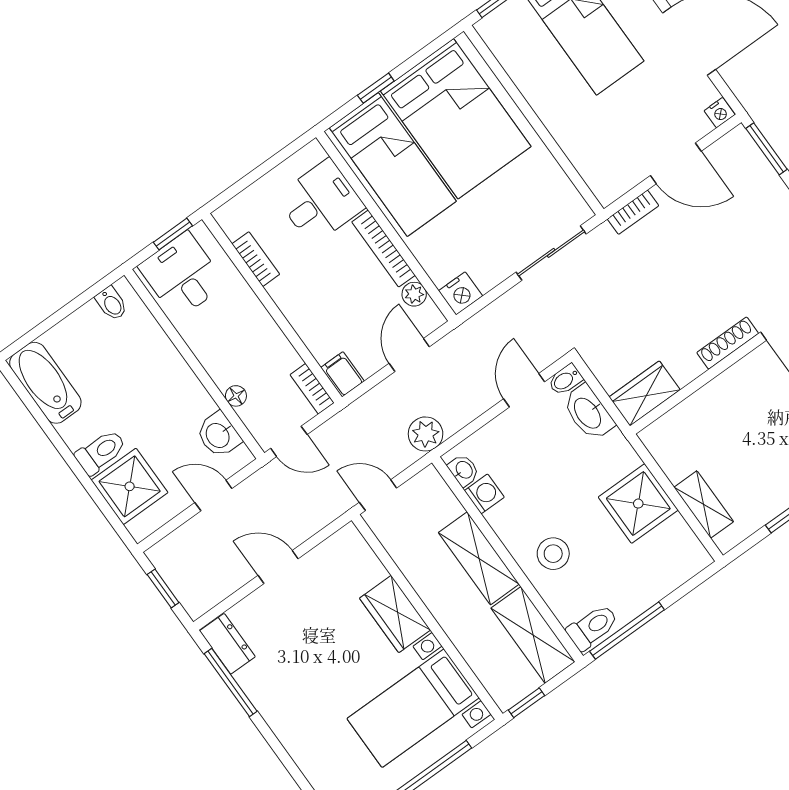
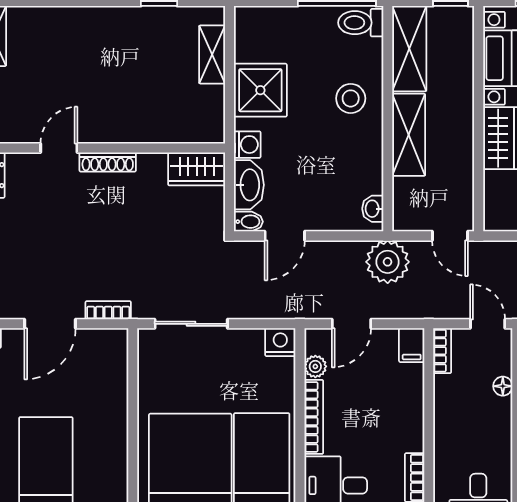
door: (676, 163) -> (50, 324), swing flipped
plant: (426, 434) -> (388, 262), width x1.36, depth x1.36
washing machine: (484, 494) -> (247, 145), moved, turned 180

